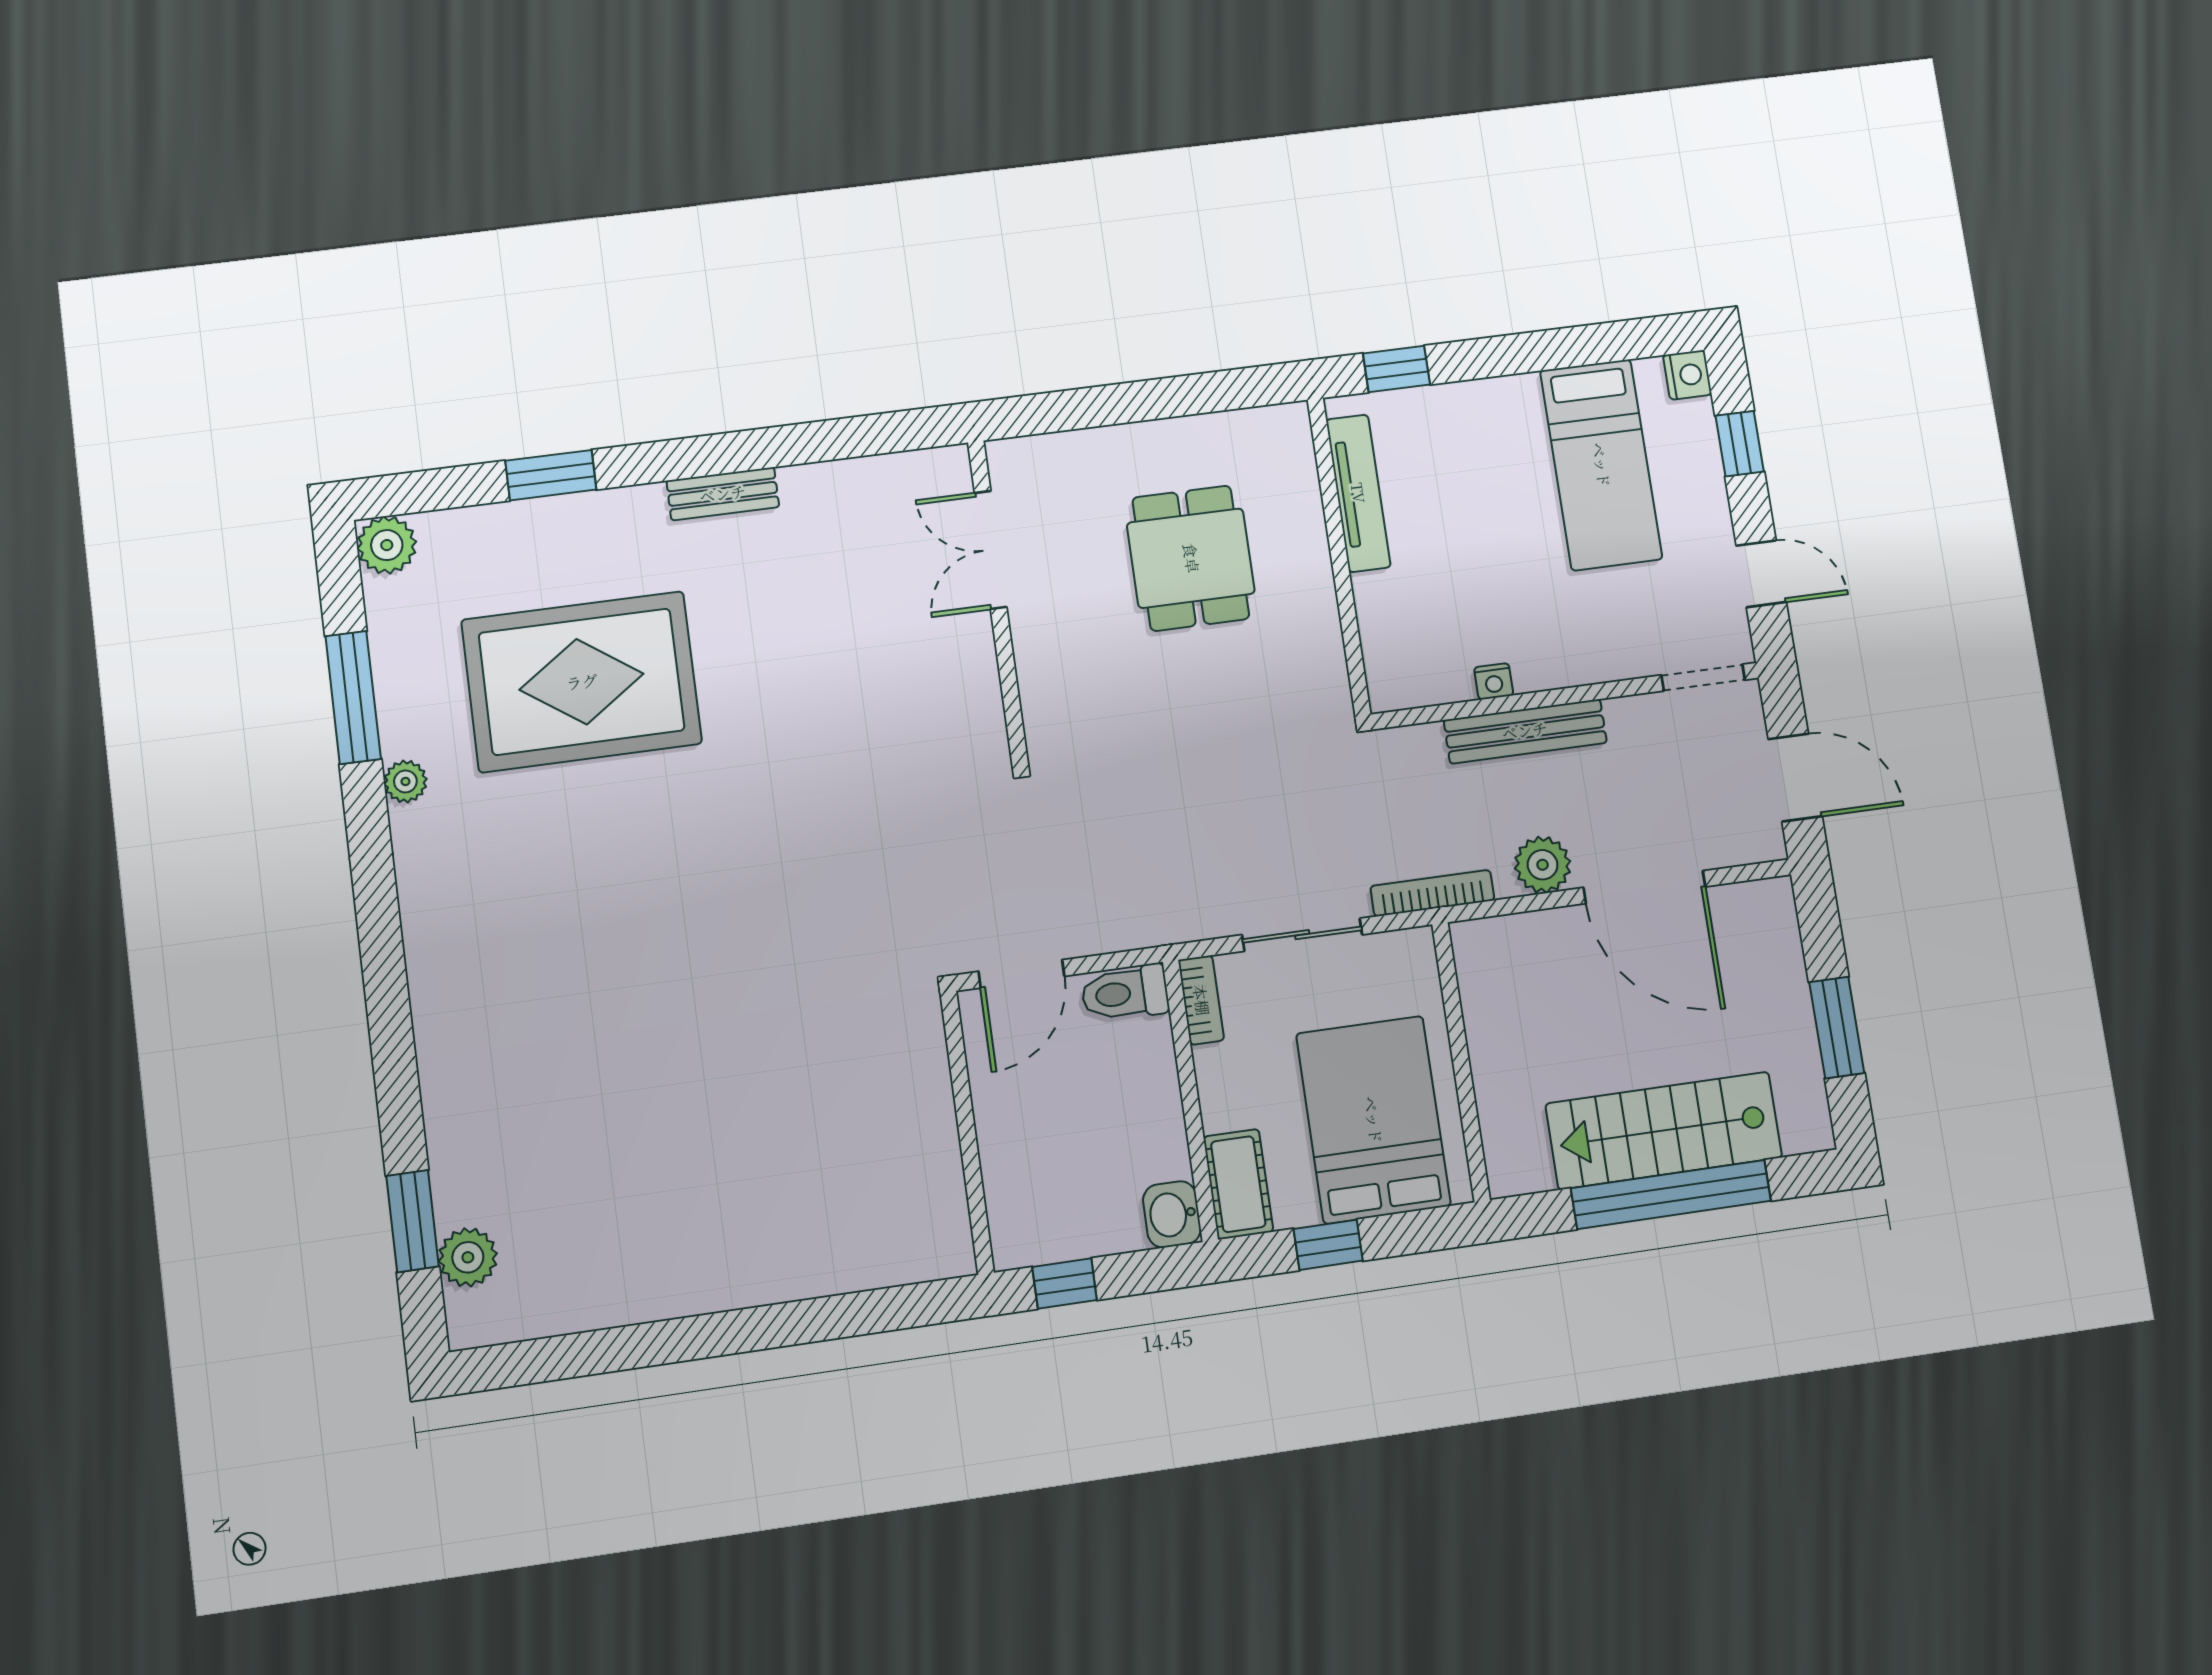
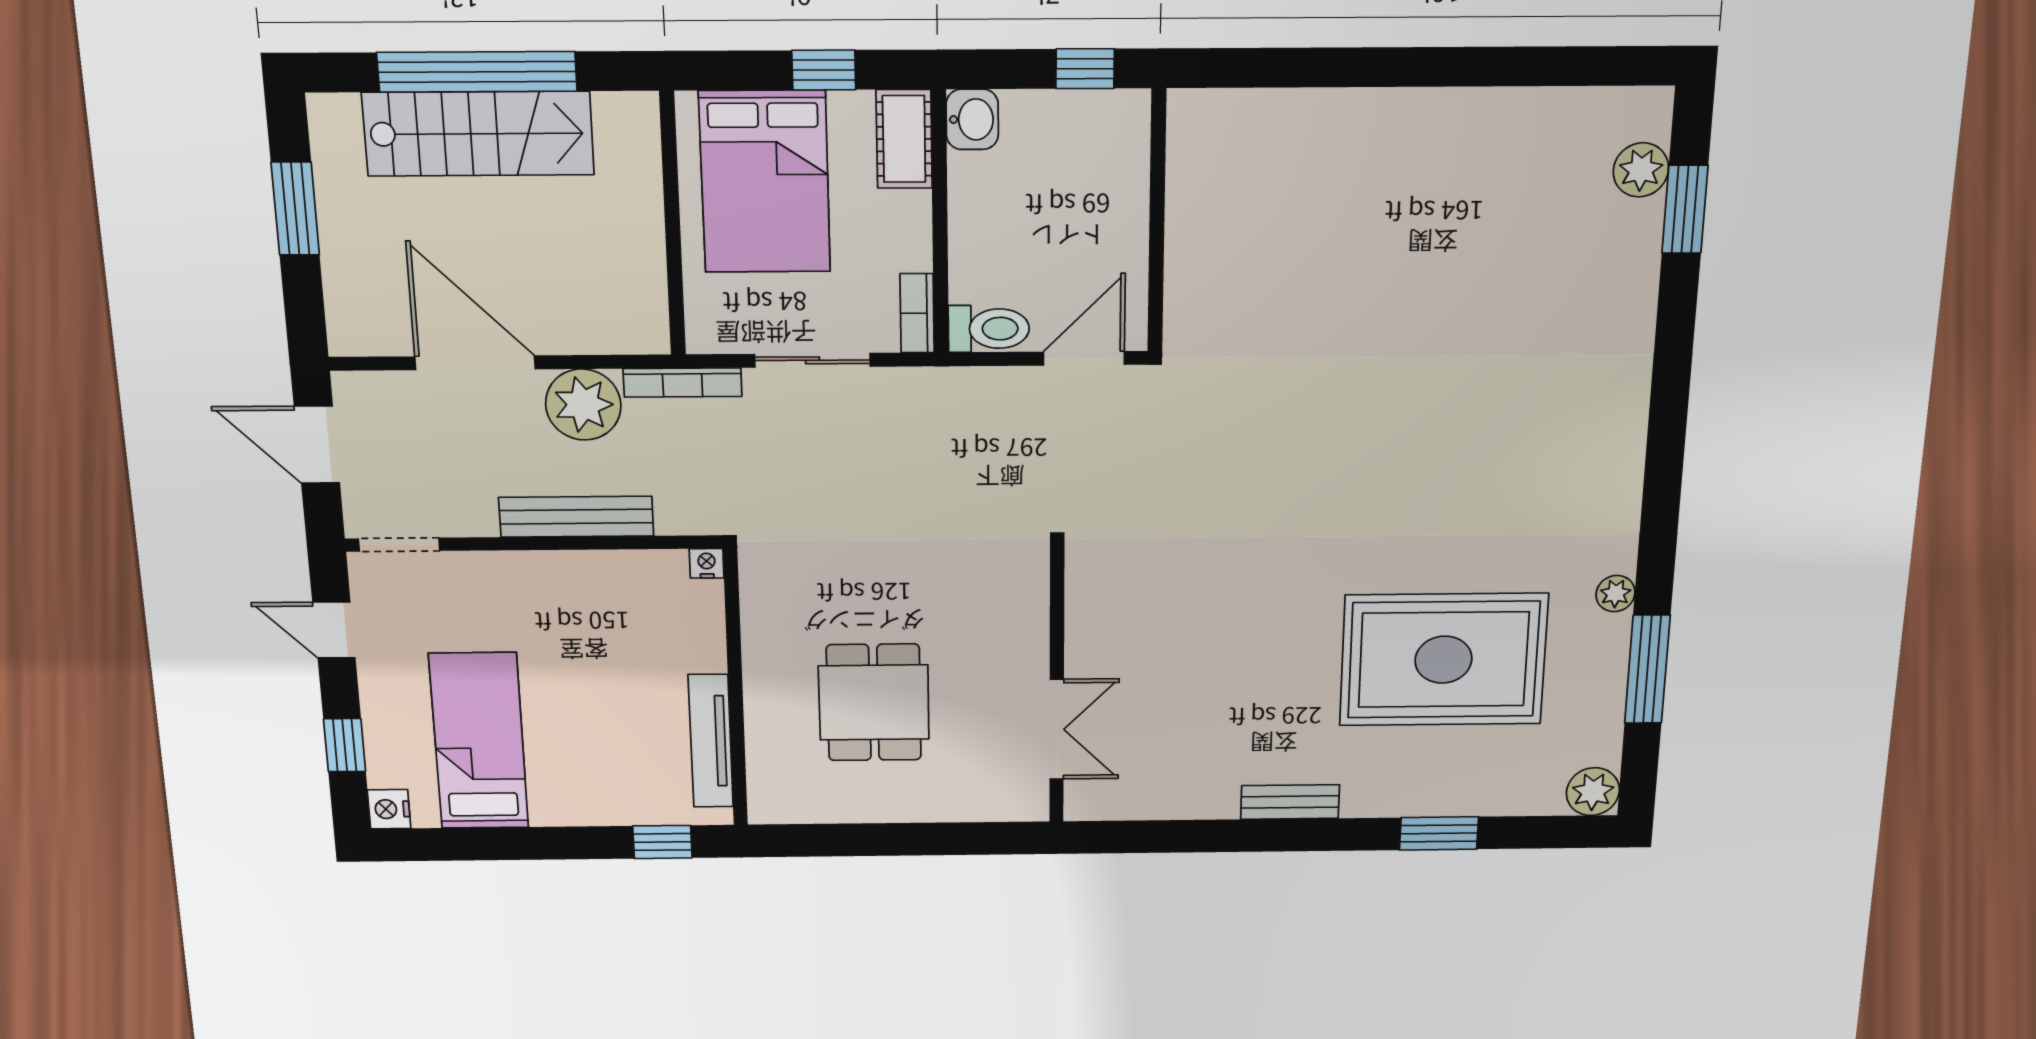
nightstand: (1494, 681) -> (707, 563), moved
plant: (1543, 865) -> (583, 405), width x1.36, depth x1.36

